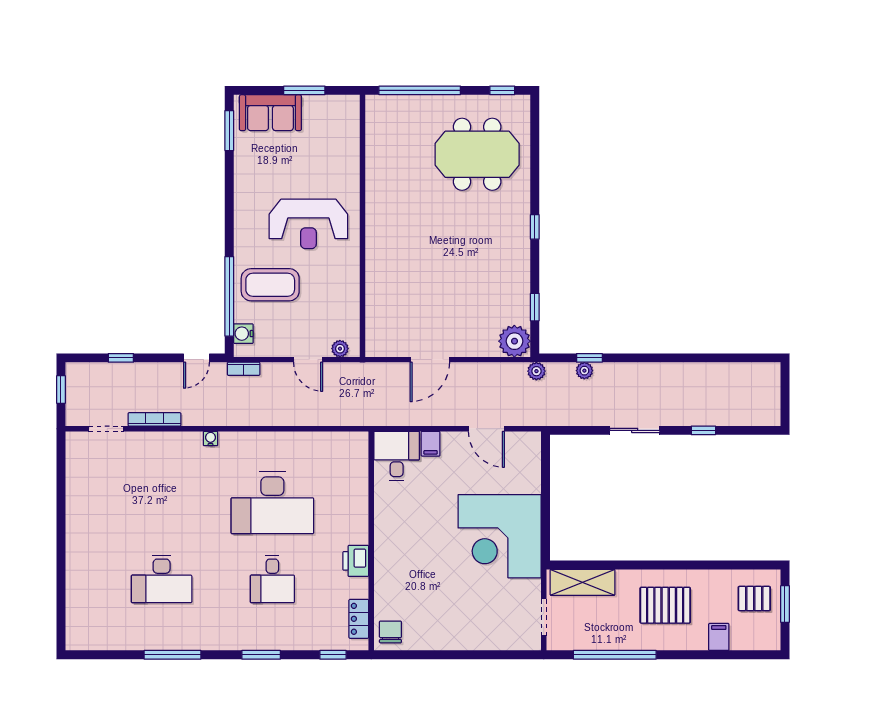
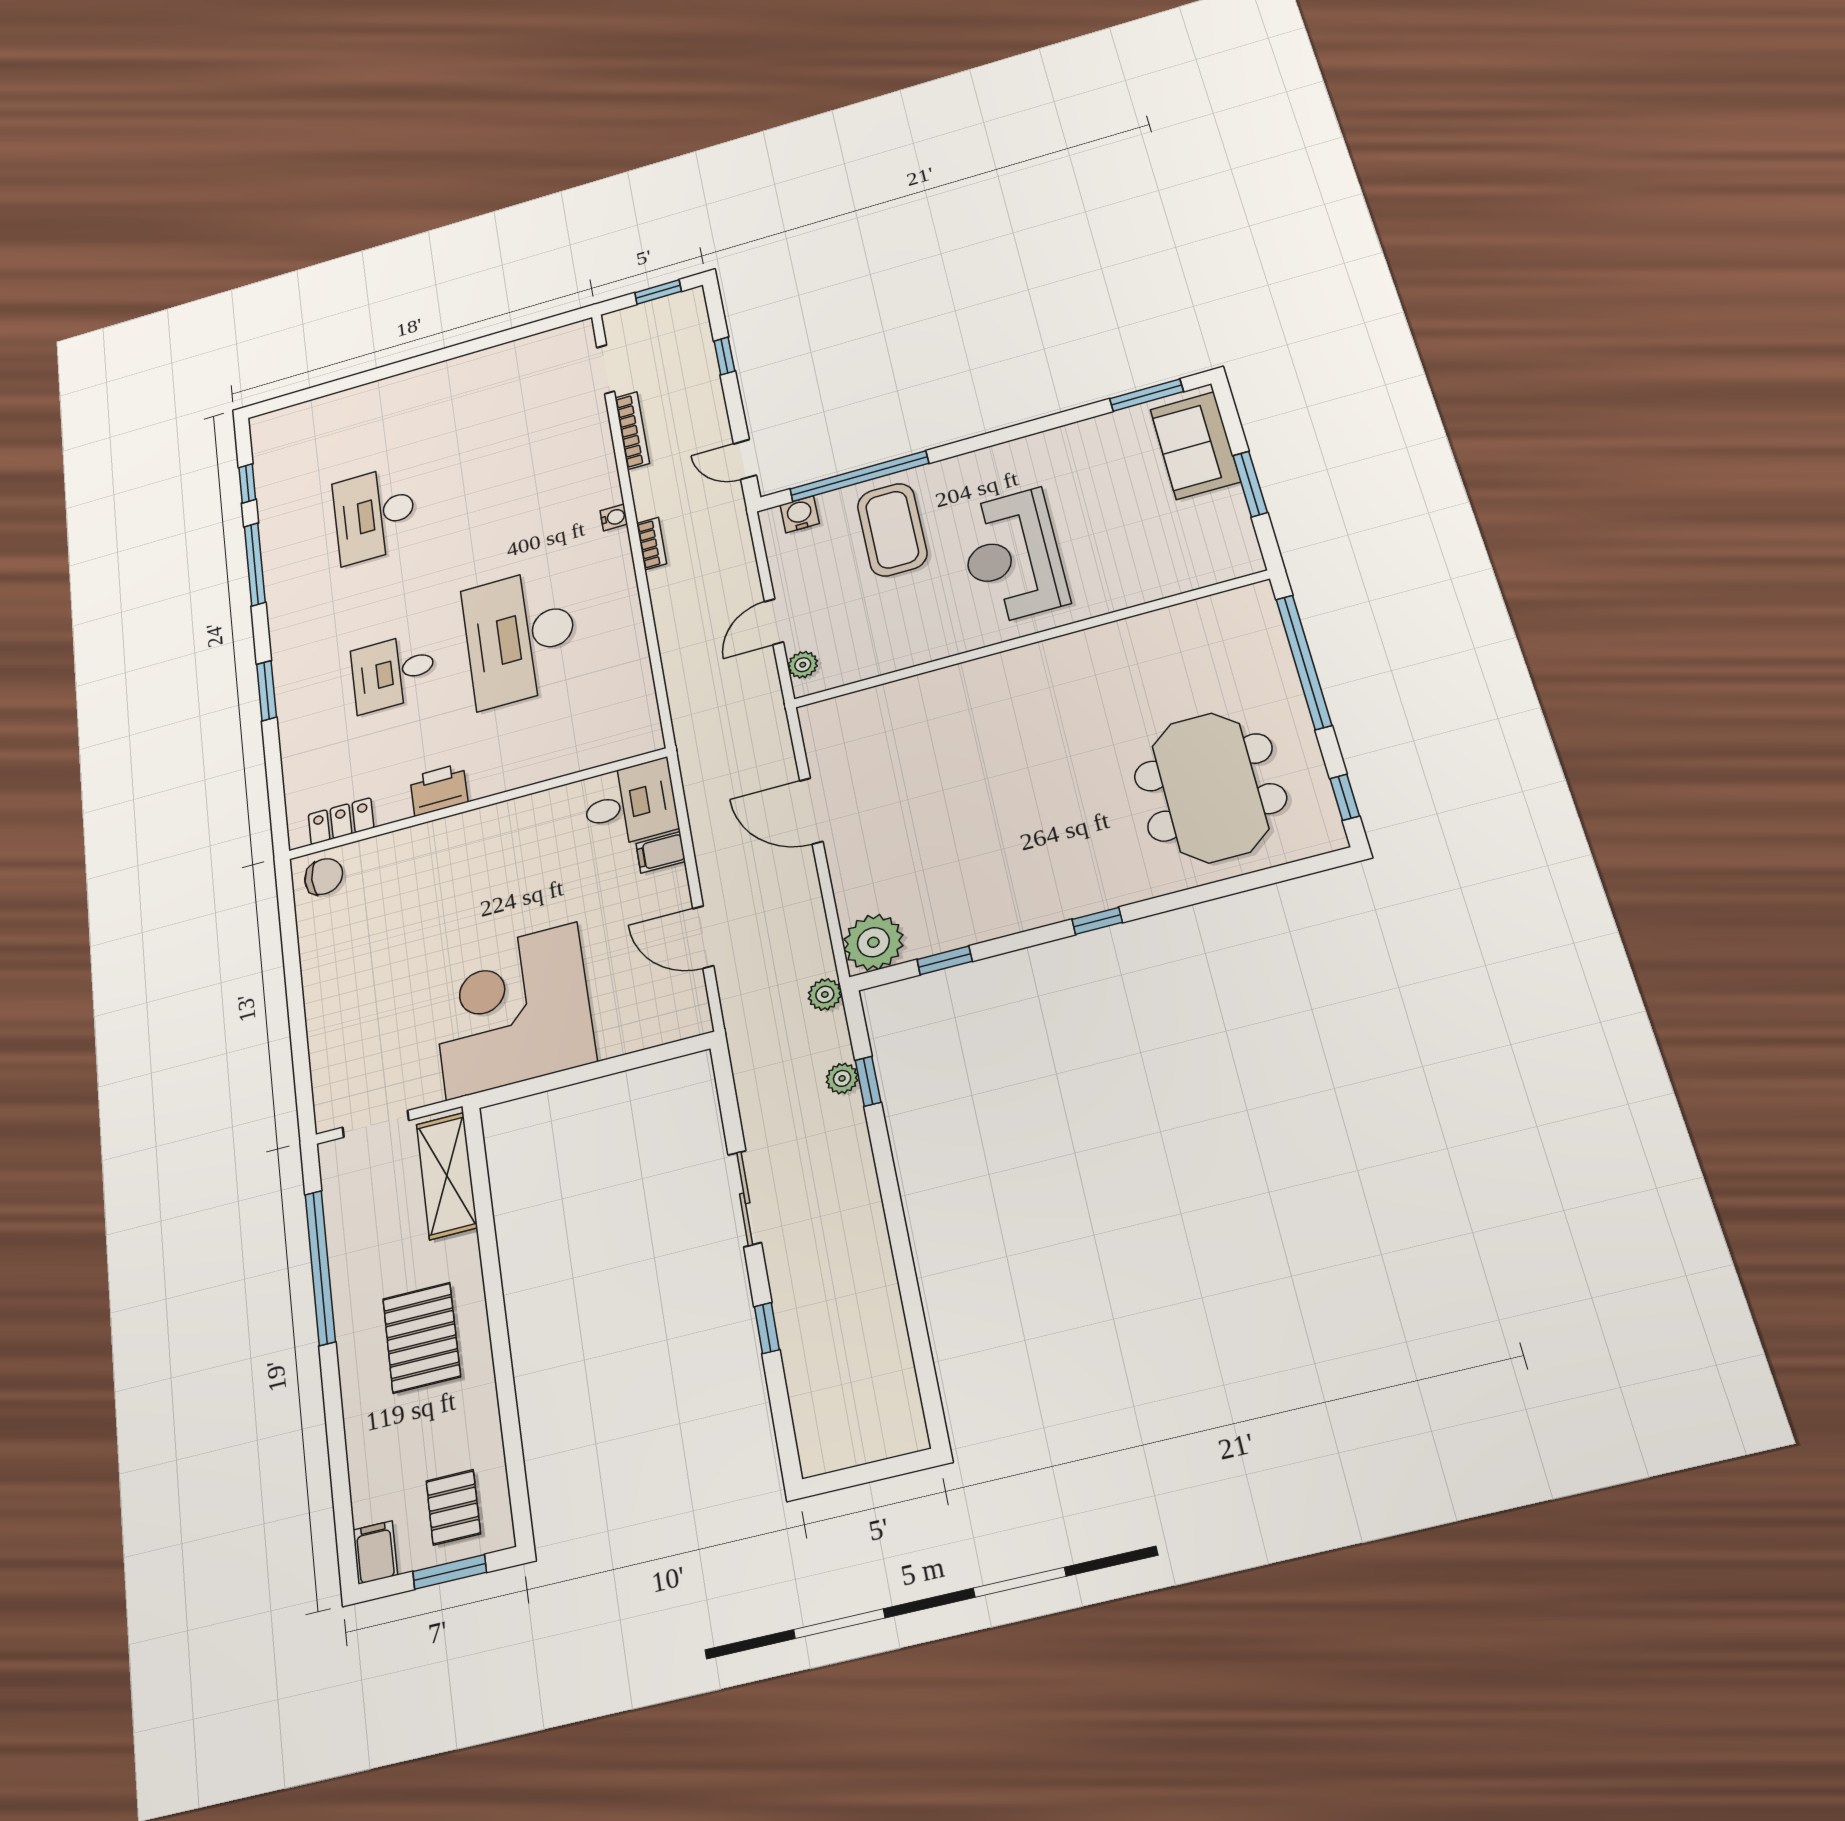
bookcase: (244, 369) -> (652, 544), moved, turned 180
door: (486, 429) -> (703, 937), hinge flipped
filing cabinet: (719, 637) -> (375, 1552), moved, turned -90
window: (333, 655) -> (247, 483), moved

